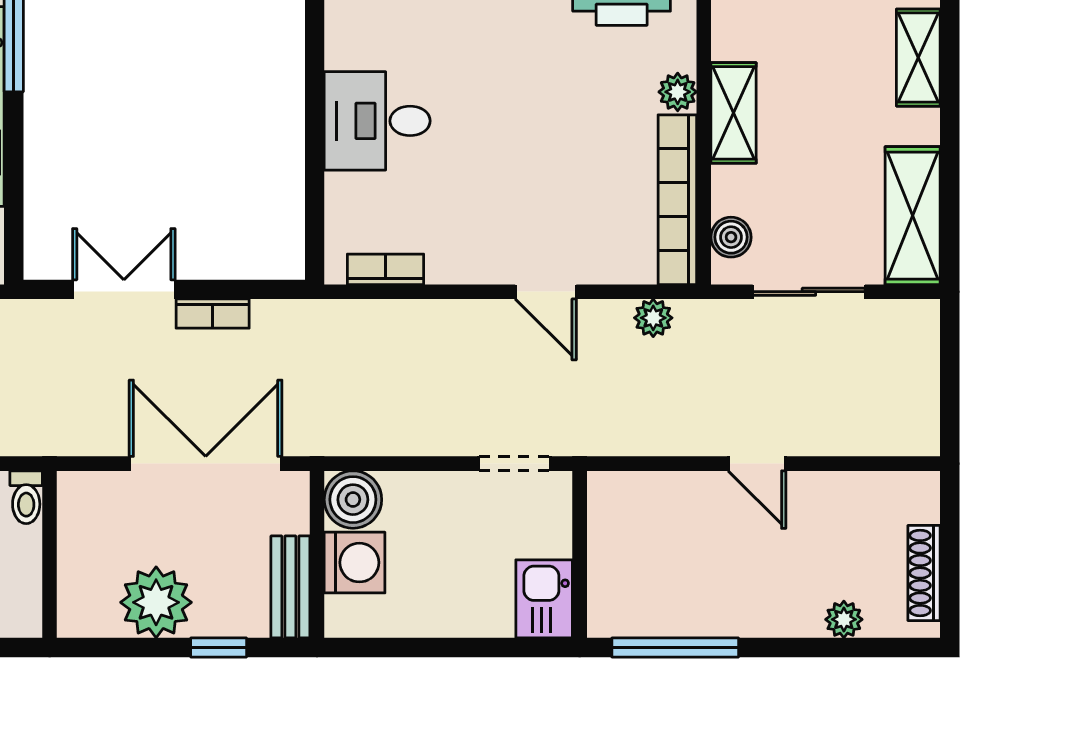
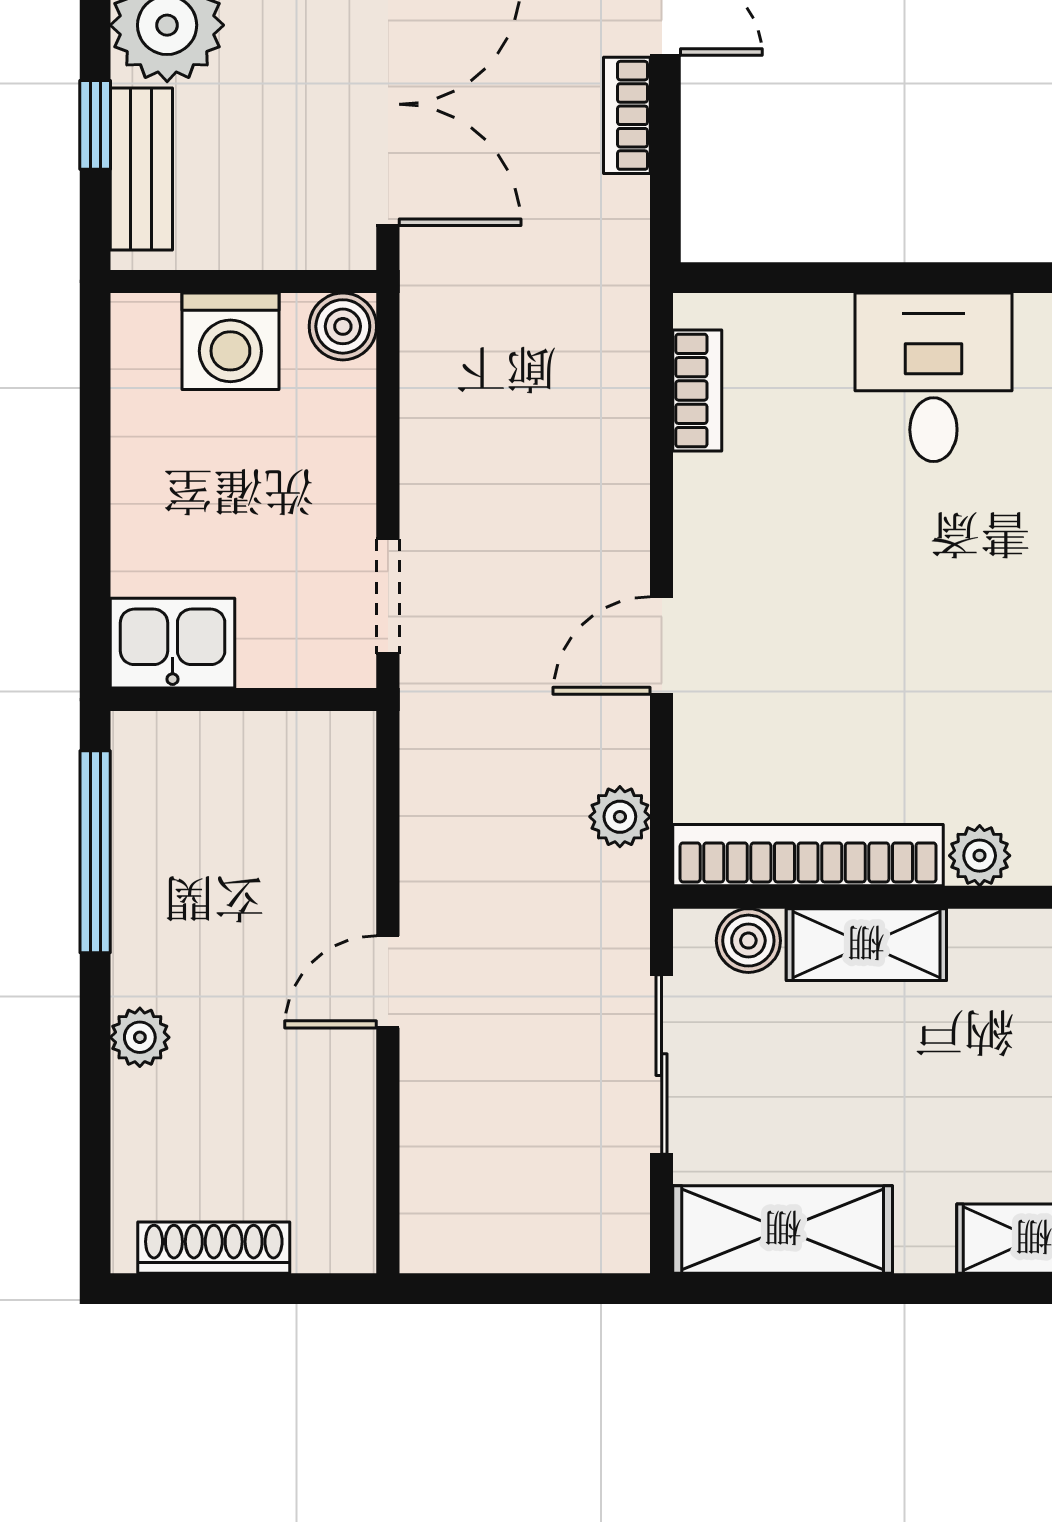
shelving: (734, 113) -> (866, 945), moved
boiler: (353, 500) -> (343, 326), width x0.73, depth x0.73
bench: (290, 587) -> (141, 169), moved, turned 90
plant: (844, 619) -> (140, 1037), moved

